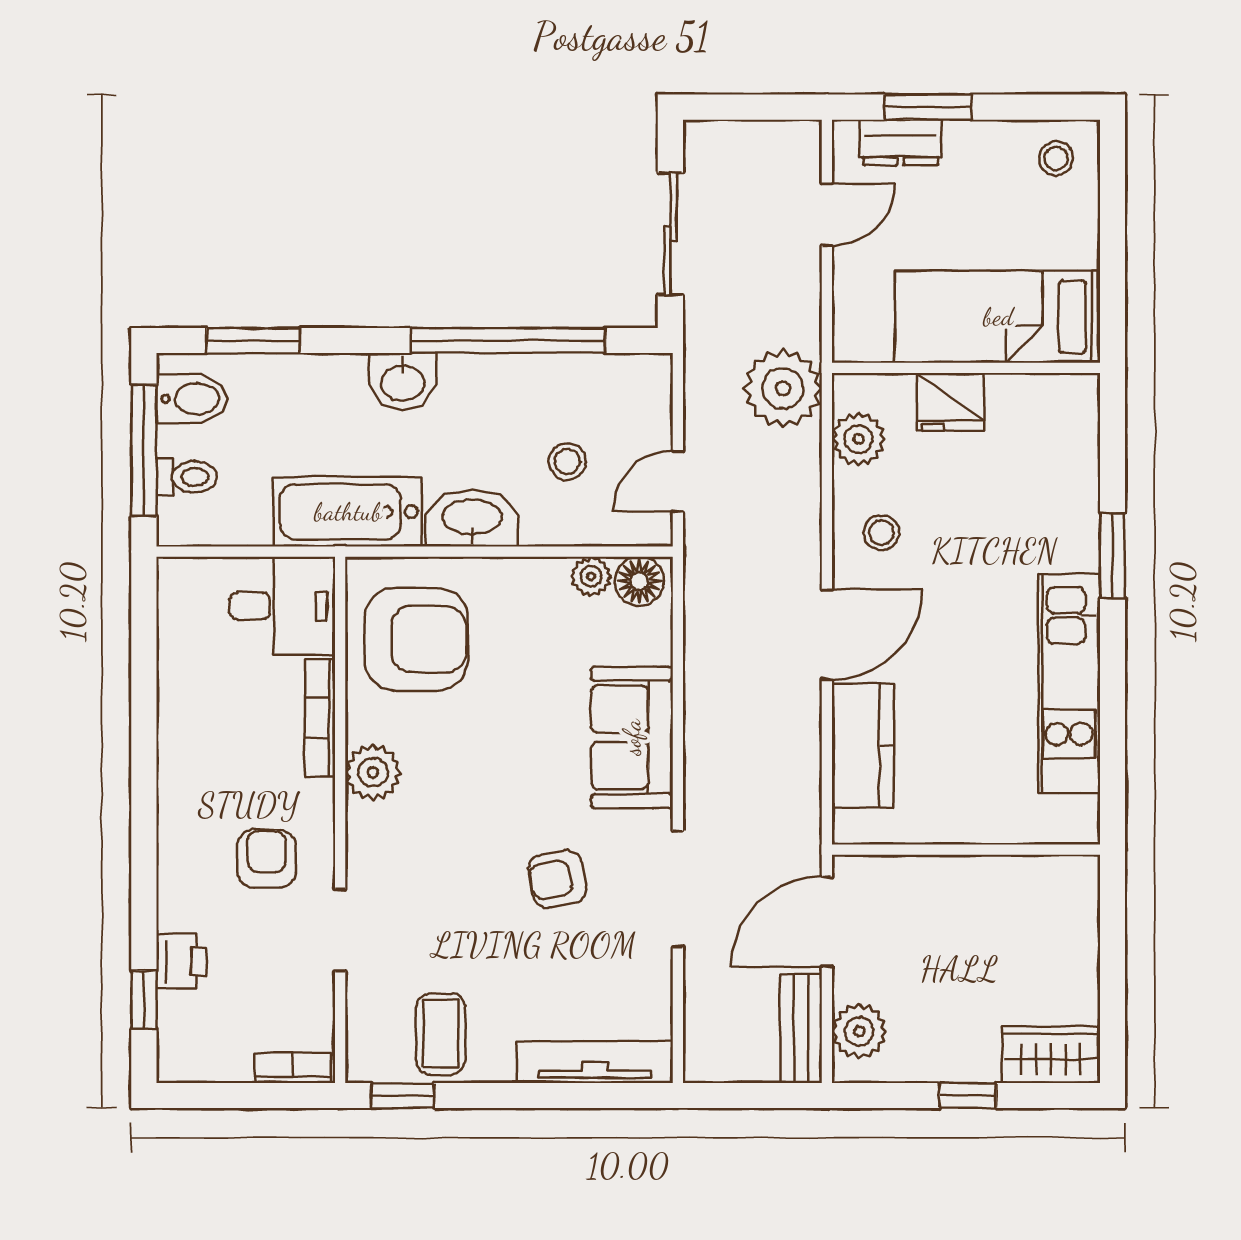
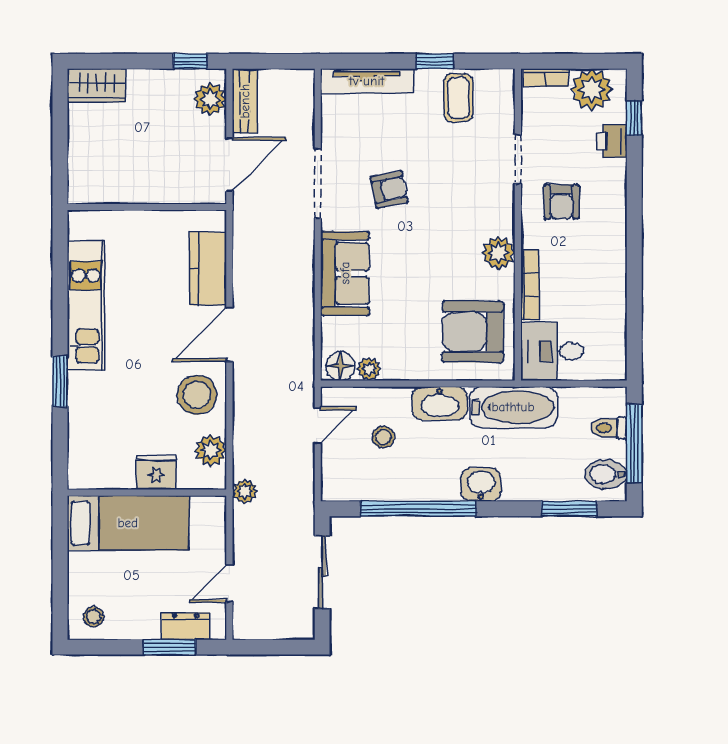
plant: (783, 388) -> (245, 491), width x0.53, depth x0.53
stool: (882, 533) -> (197, 395), width x1.89, depth x1.89
plant: (216, 1048) -> (592, 89), added
window: (402, 1096) -> (435, 61), moved
window: (968, 1096) -> (190, 61), moved

